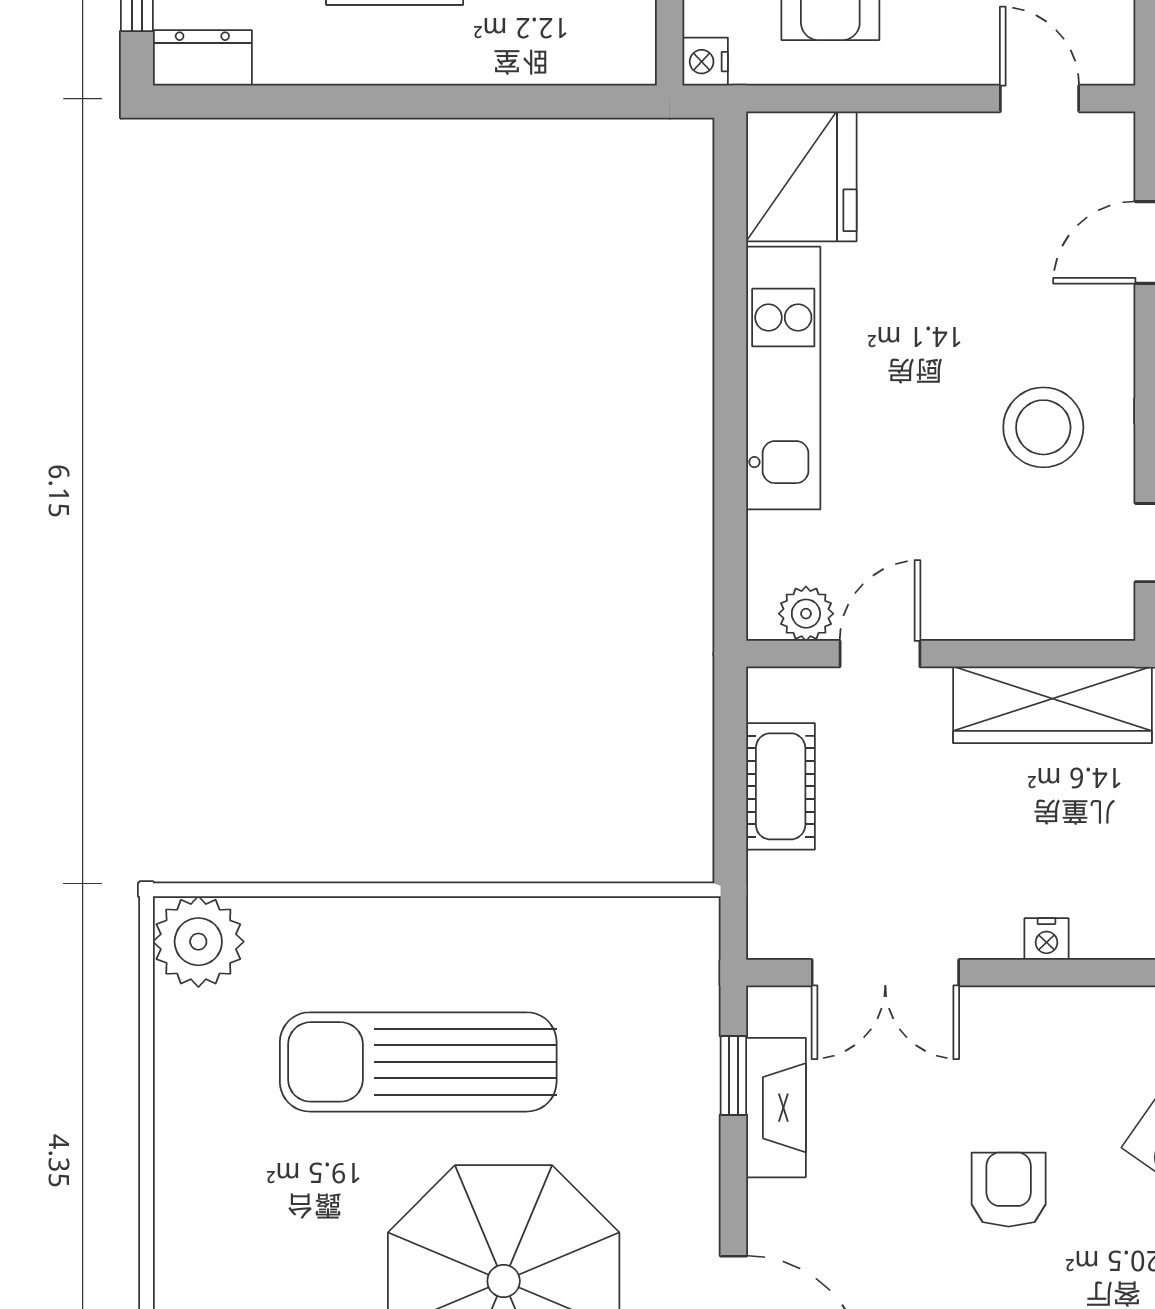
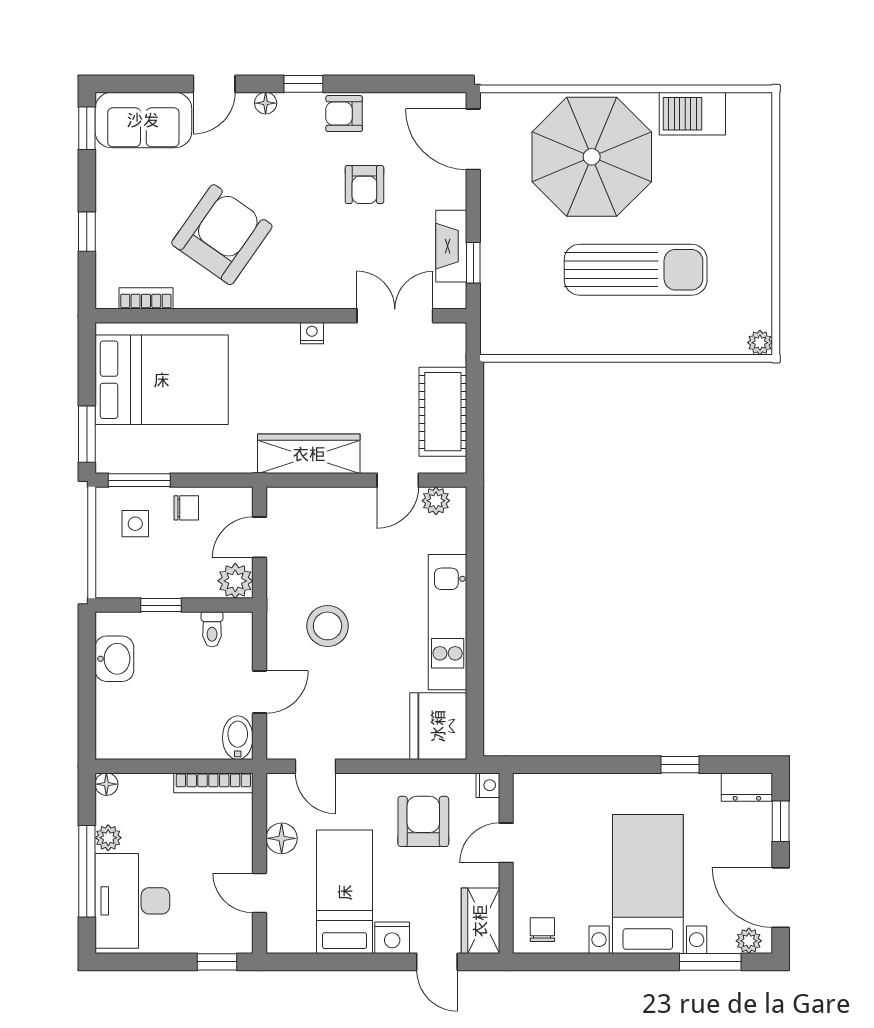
window: (332, 102) -> (680, 765), added
stool: (1043, 427) -> (328, 626), moved
cot: (781, 786) -> (443, 412), width x1.37, depth x1.34
plant: (198, 942) -> (760, 343), width x0.53, depth x0.53
armchair: (1009, 1190) -> (364, 185), moved

